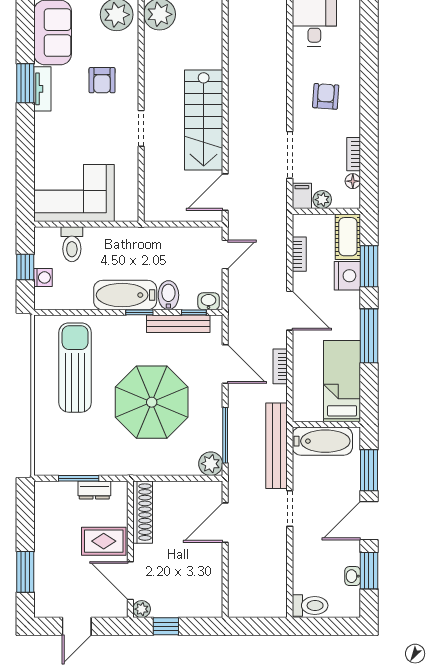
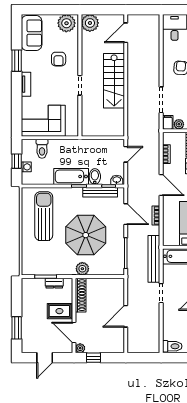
tv unit: (42, 89) -> (26, 84), moved
door: (225, 192) -> (126, 33), moved
plant: (211, 464) -> (82, 269), moved
door: (225, 523) -> (126, 316), moved

